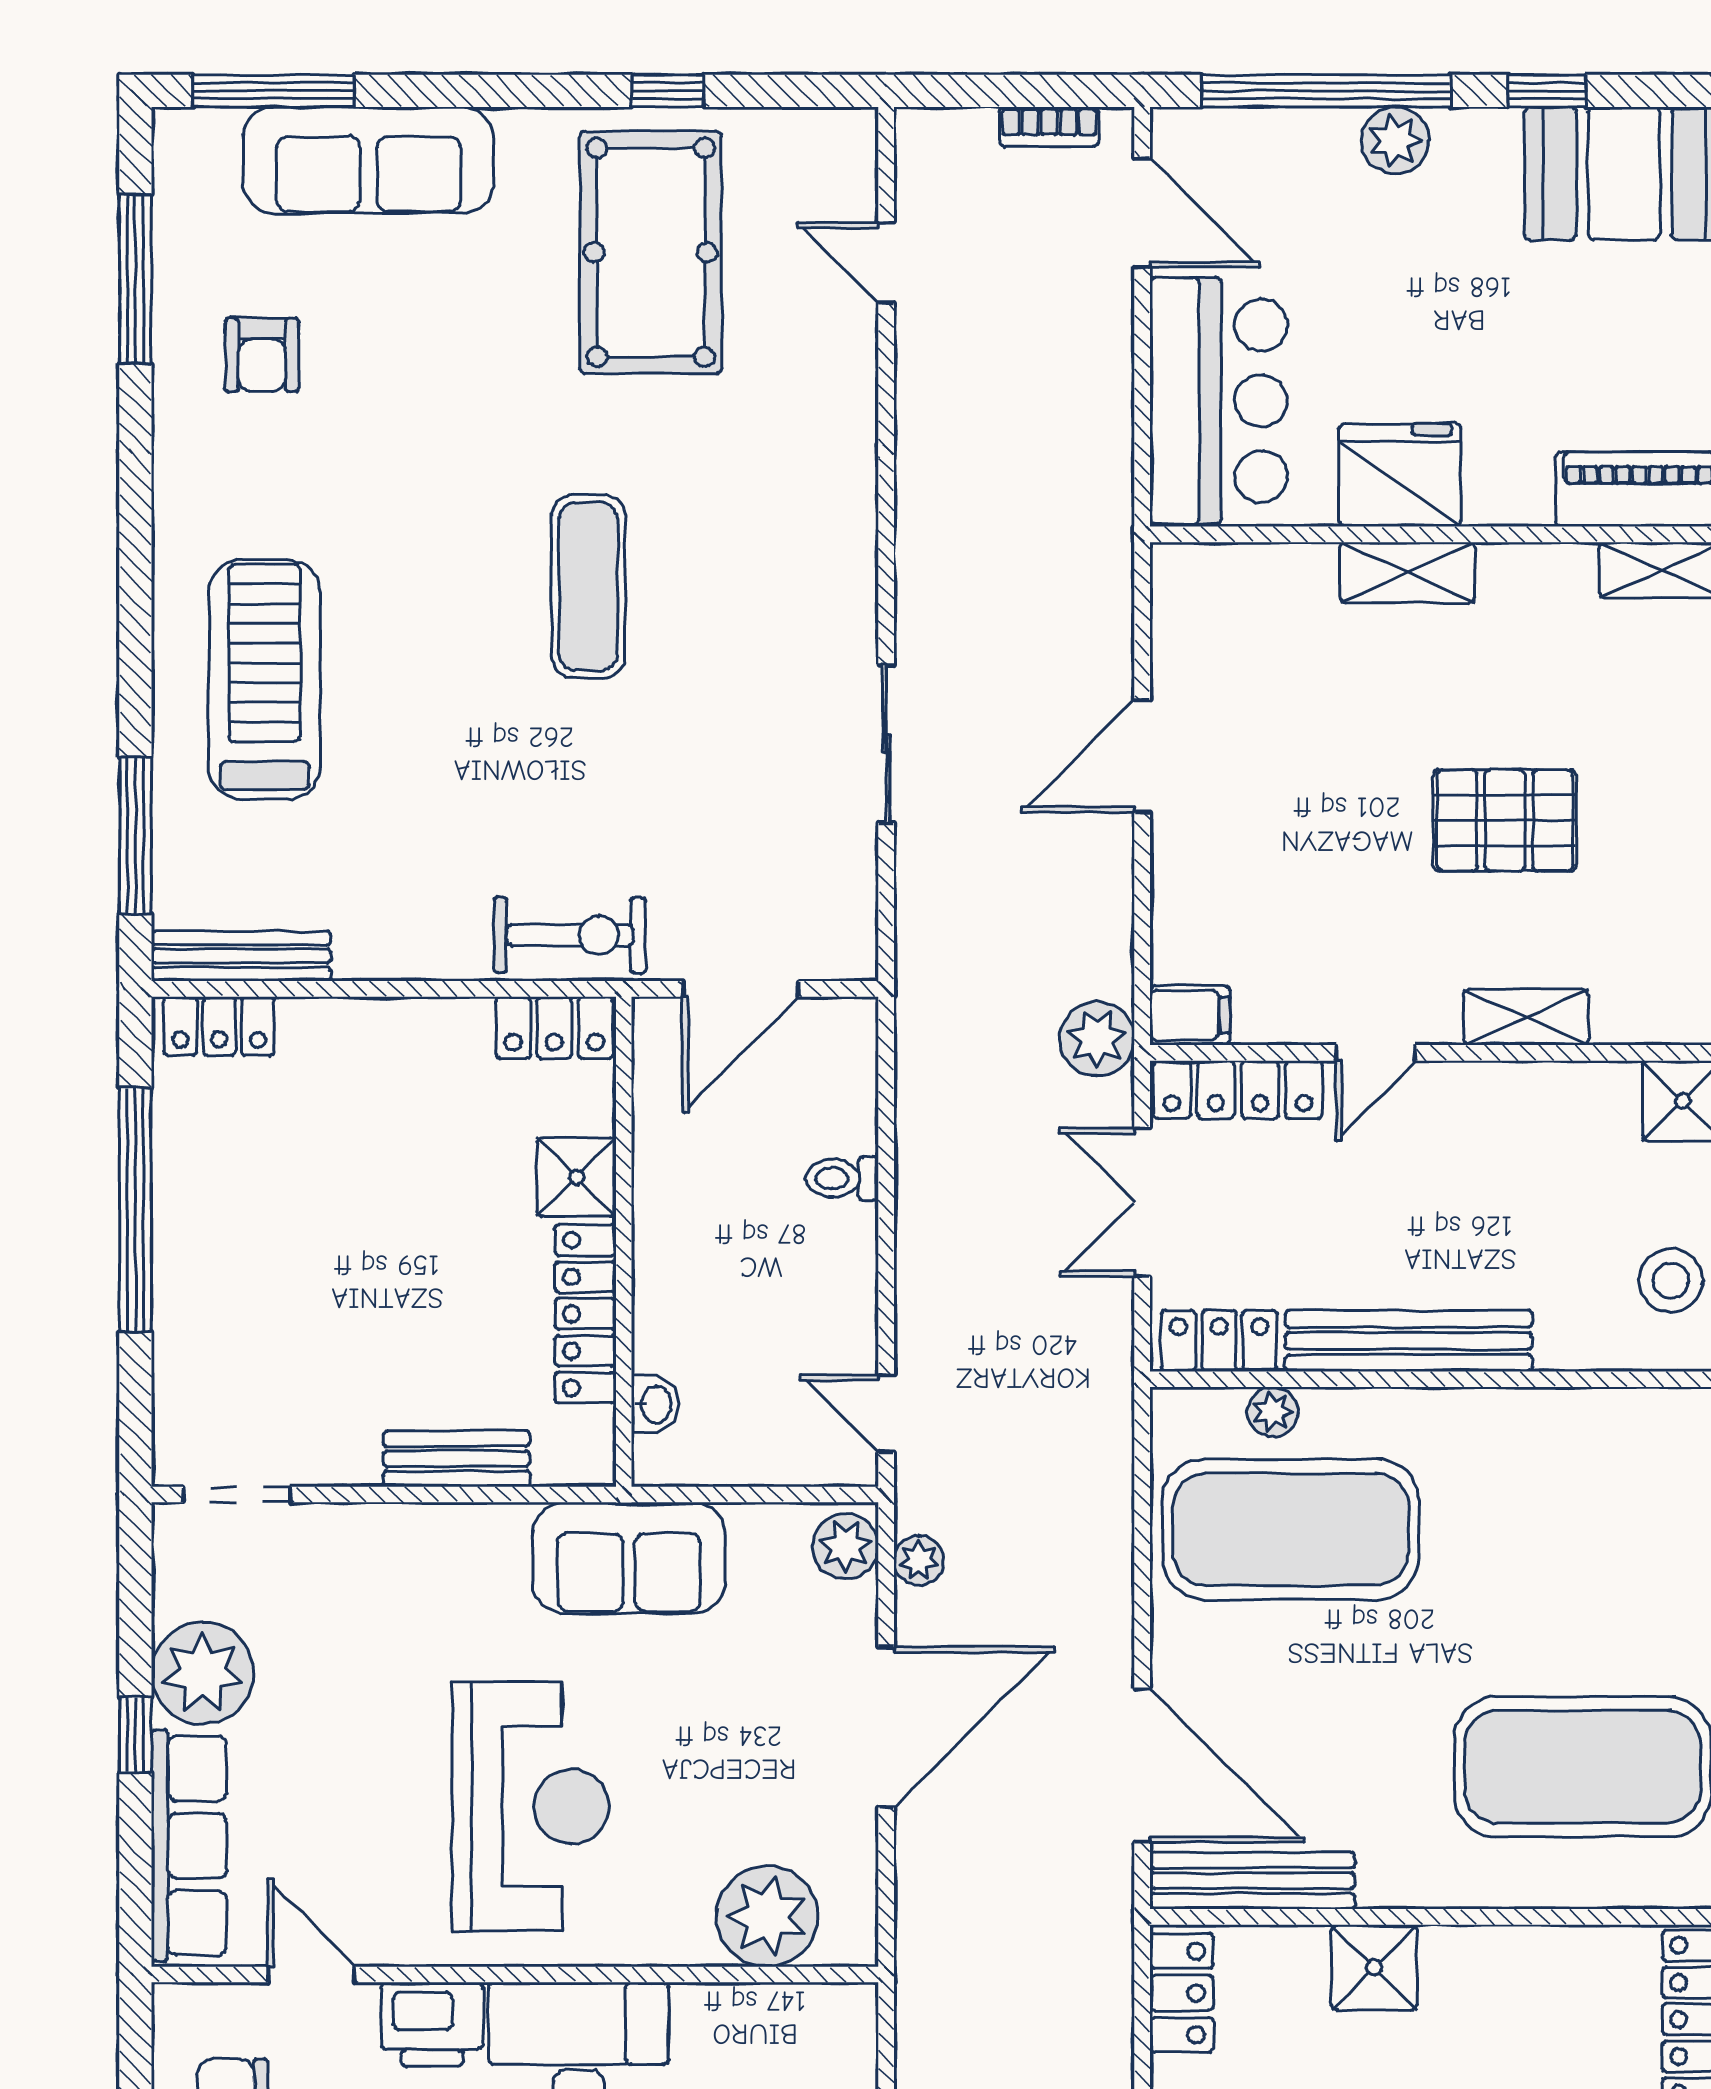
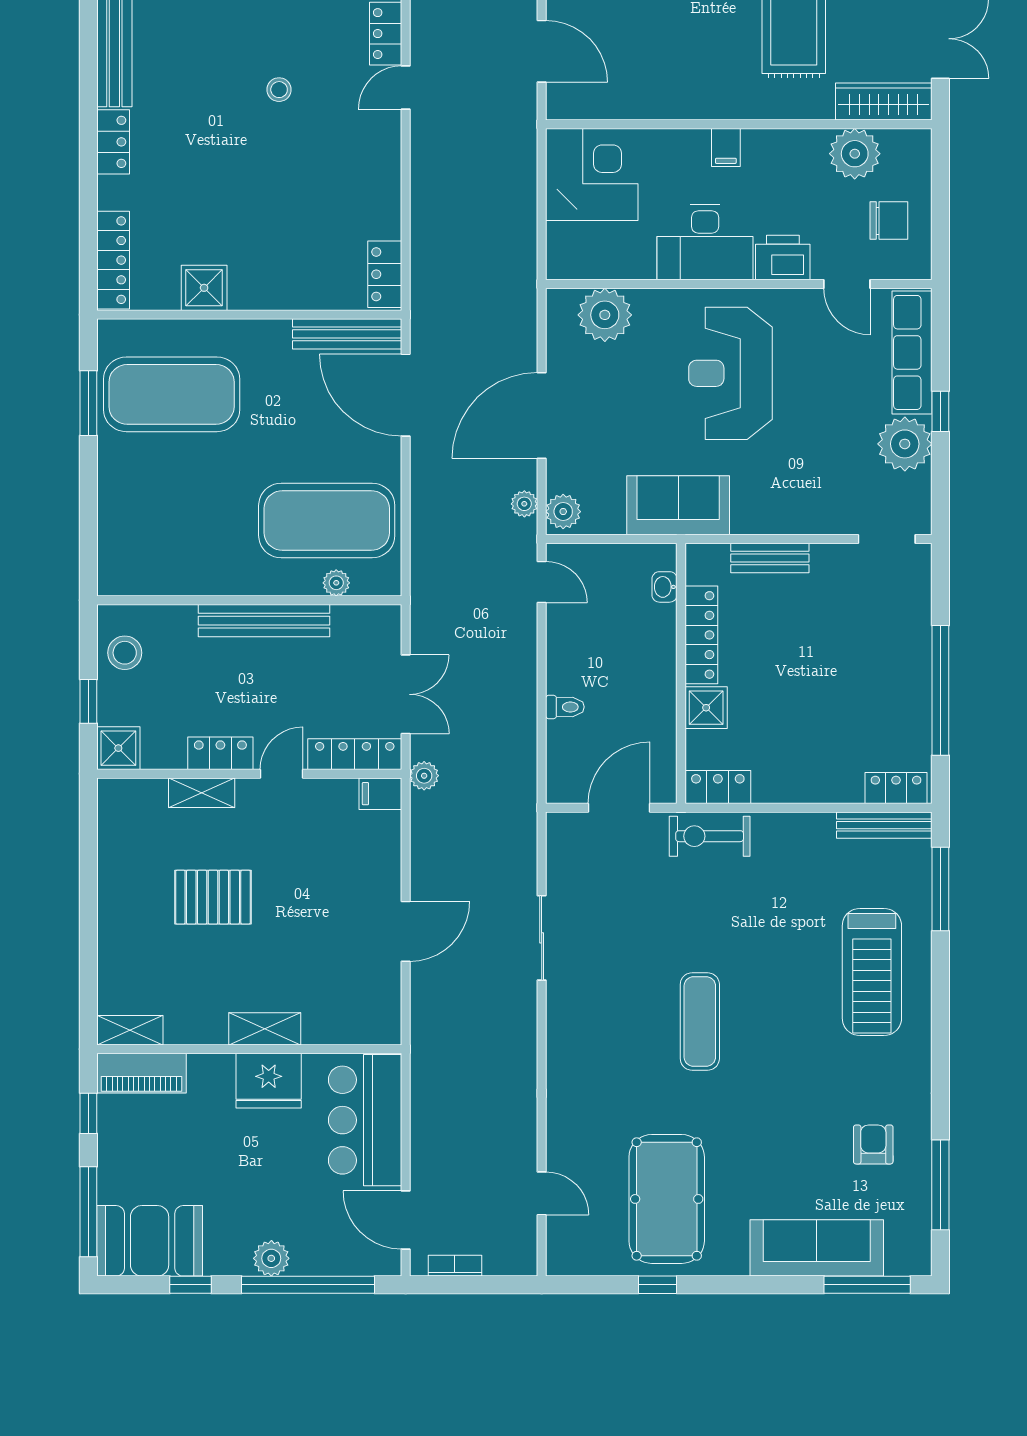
plant: (1097, 1039) -> (424, 776), width x0.73, depth x0.73
locker: (1219, 1341) -> (220, 753), moved, turned 180
shower: (1374, 1967) -> (204, 288), moved

